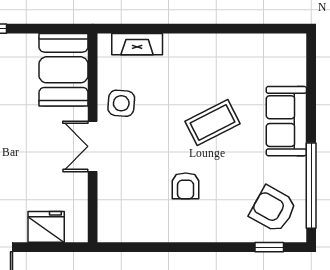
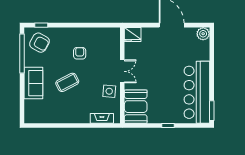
fridge: (46, 227) -> (133, 34), moved

